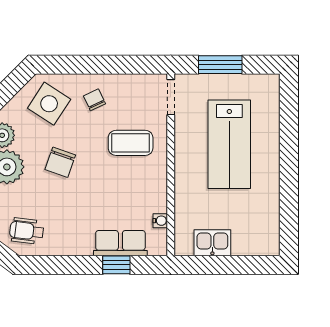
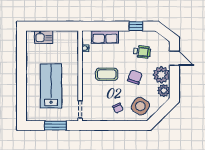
coffee table: (131, 143) -> (107, 74), moved
wheelchair: (27, 231) -> (142, 52), moved
kitchen sink: (212, 243) -> (44, 37), moved
window: (116, 265) -> (136, 26), moved

